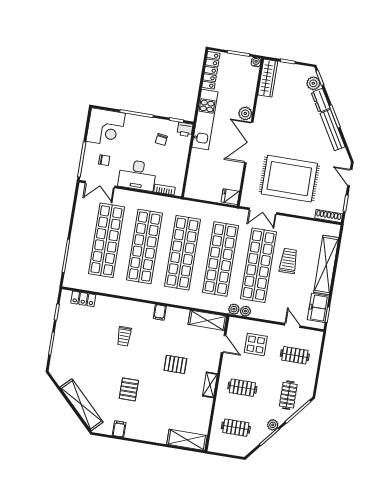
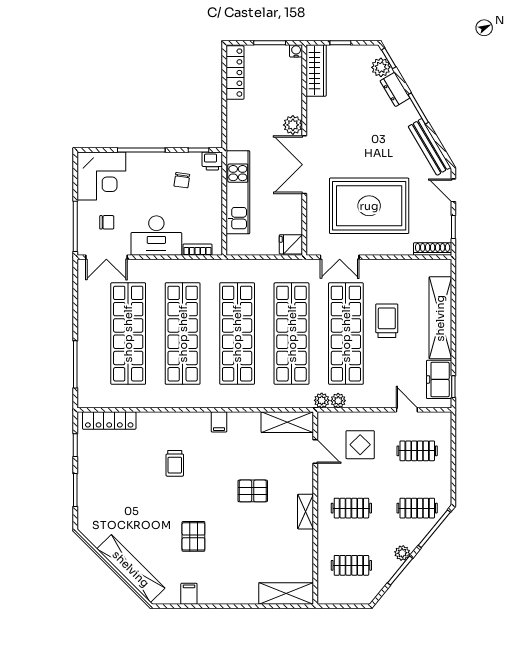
kitchen unit: (205, 119) -> (238, 192), moved
bench: (333, 130) -> (429, 147), moved
locker: (83, 299) -> (109, 421), width x1.53
clothes rail: (288, 395) -> (417, 508), turned 90

